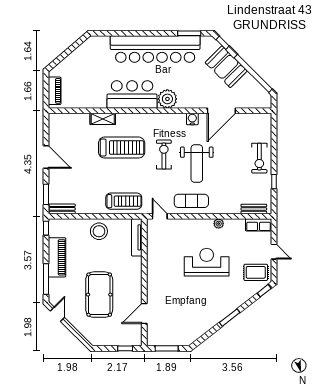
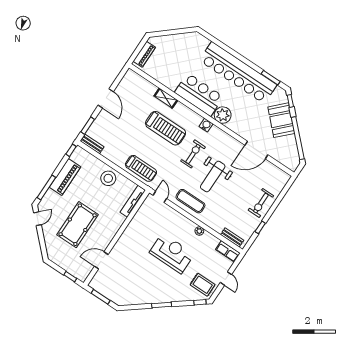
water cooler: (192, 119) -> (206, 125), moved

